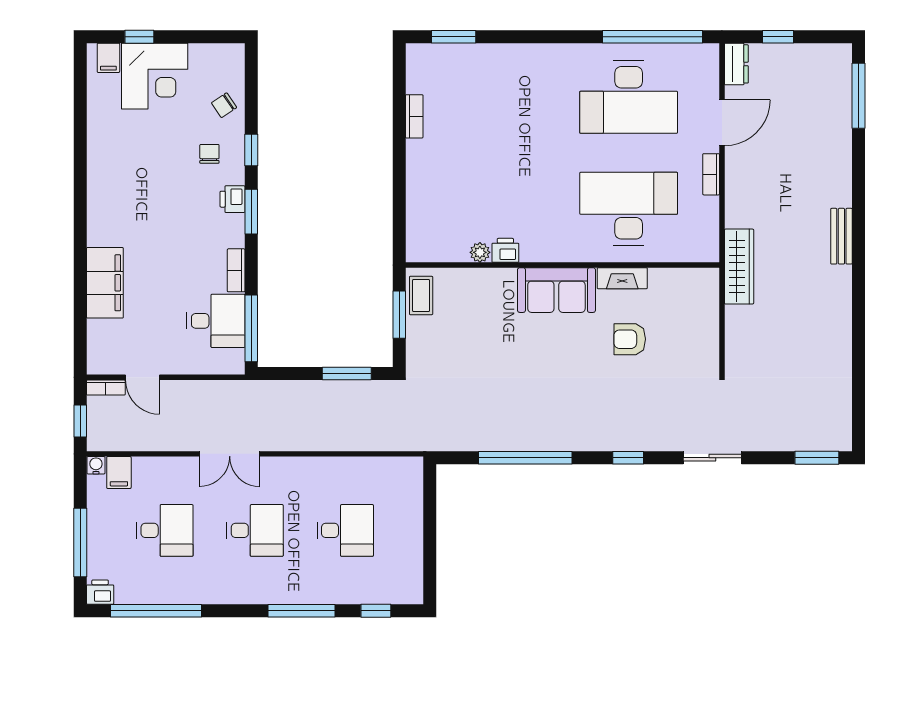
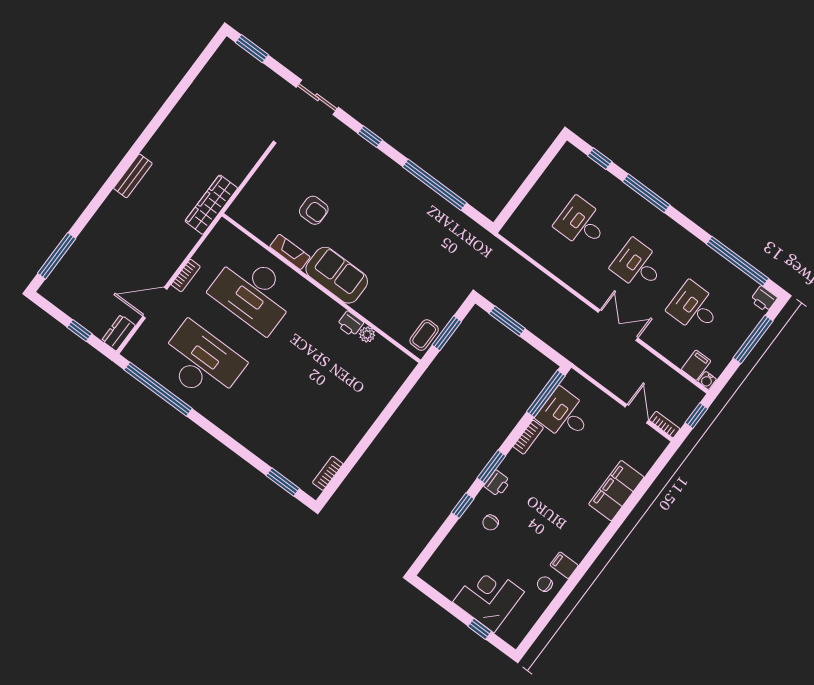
filing cabinet: (108, 58) -> (564, 565), moved, turned -90
chair: (224, 105) -> (545, 584), moved, turned -146
bookcase: (414, 116) -> (328, 473), moved

